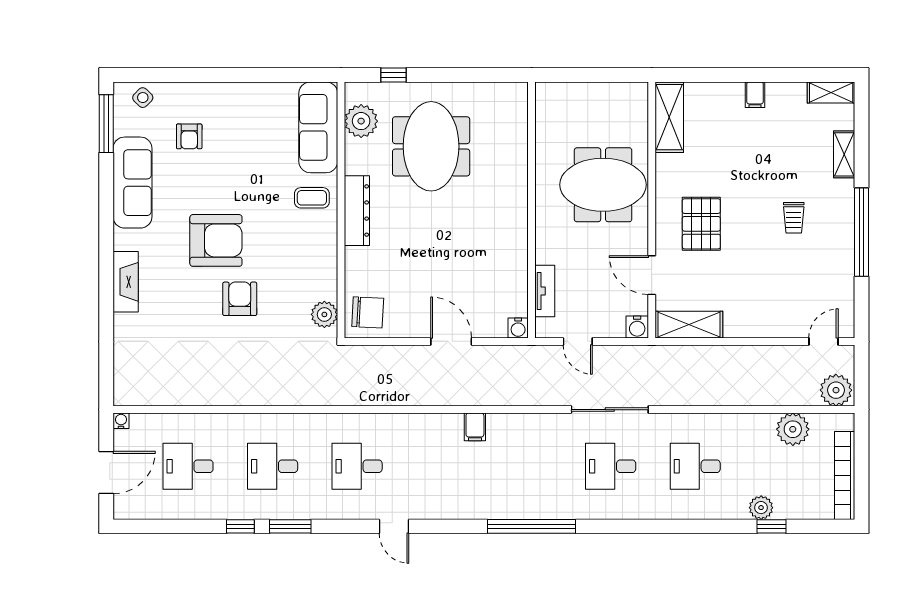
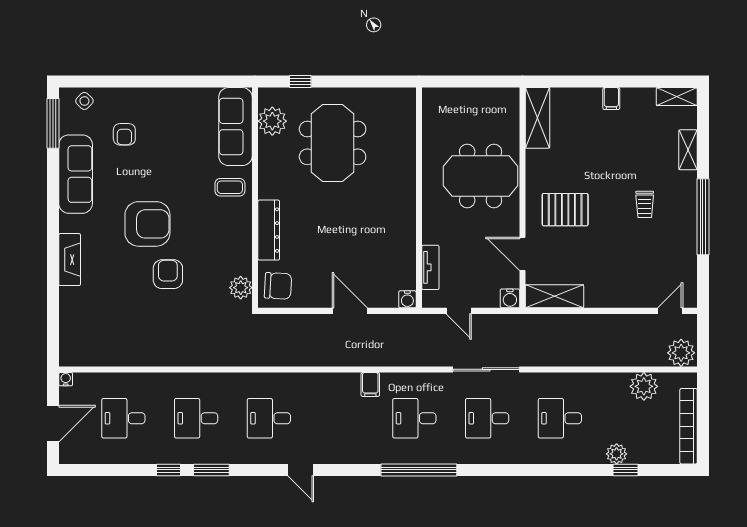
dresser: (357, 211) -> (269, 230), moved
pallet: (701, 224) -> (565, 210), turned 90
desk: (526, 466) -> (414, 418), added

